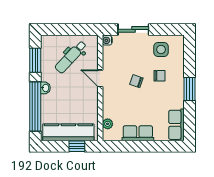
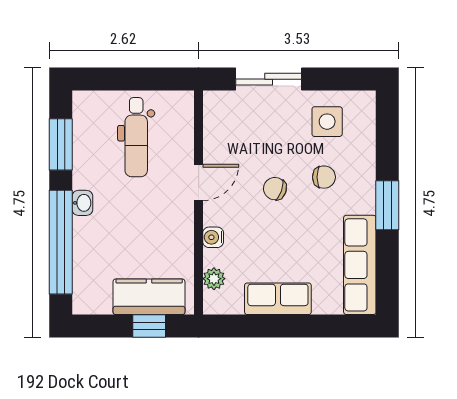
water cooler: (107, 40) -> (213, 237), moved
dental chair: (71, 57) -> (136, 137), turned -43
door: (100, 78) -> (199, 182), swing flipped
row of seats: (176, 125) -> (360, 265), width x1.48
kitchen counter: (68, 132) -> (149, 297), width x0.67

